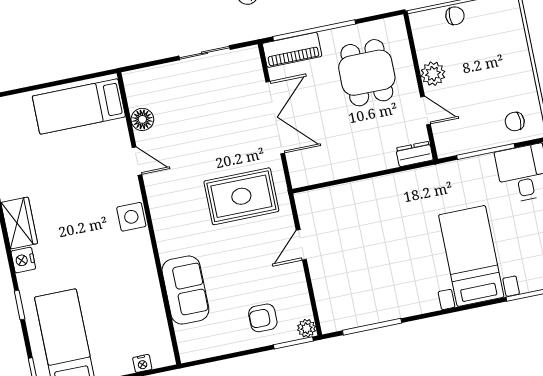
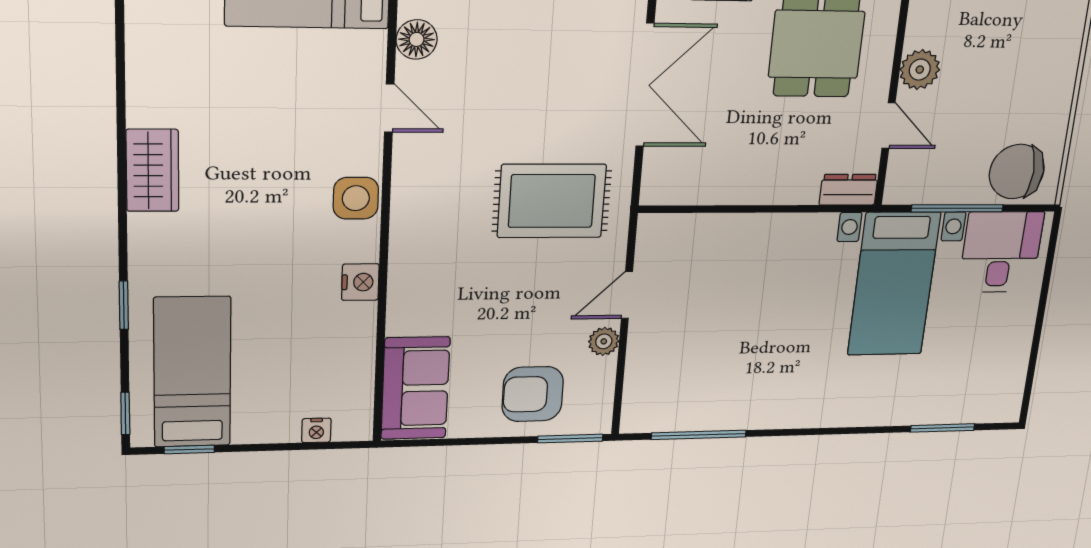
chair: (515, 122) -> (1017, 172), width x1.87, depth x1.87
bed with nightstands: (471, 256) -> (894, 284), moved, turned 180
nightstand: (23, 260) -> (360, 282), moved, turned 180
sofa: (185, 290) -> (415, 388), moved
armchair: (263, 318) -> (533, 394), width x1.38, depth x1.38
plant: (307, 328) -> (604, 341), moved

